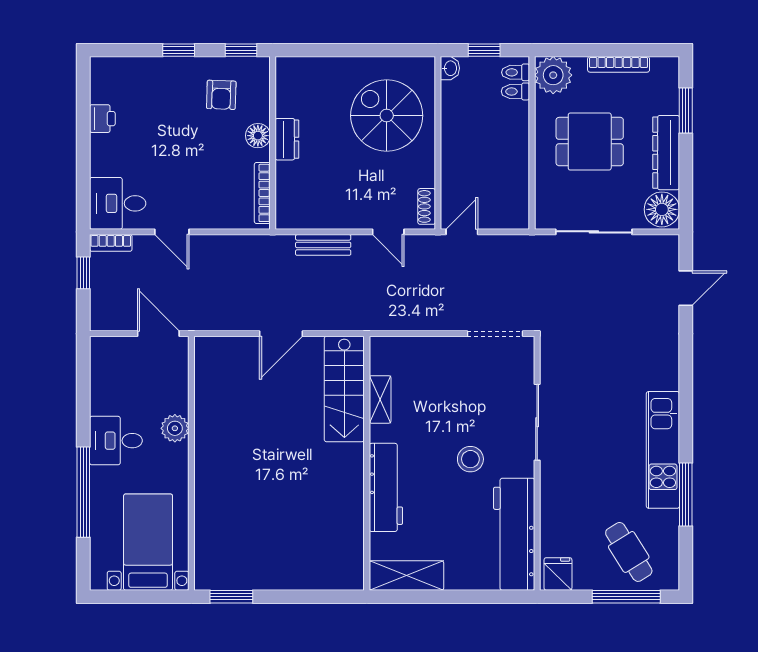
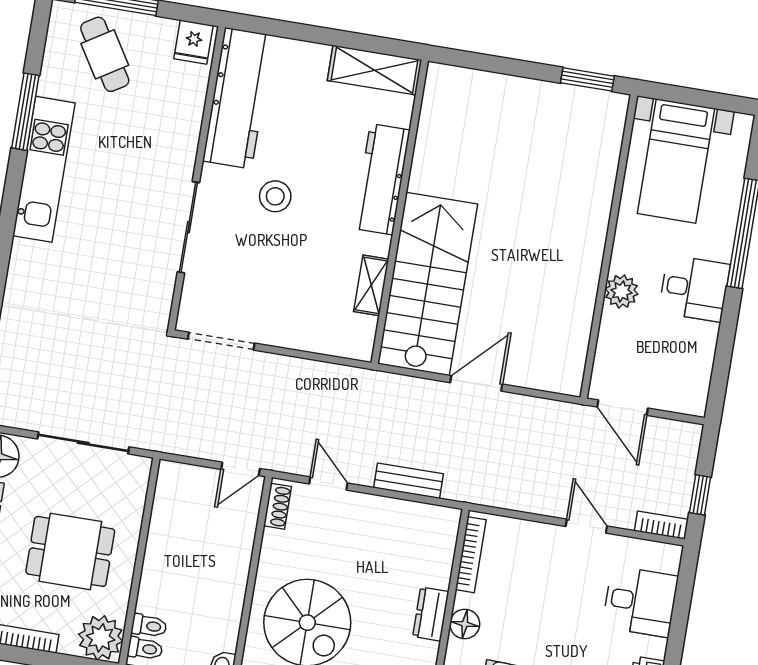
desk: (118, 203) -> (640, 602), moved
stairs: (344, 389) -> (428, 284), width x1.36, depth x1.51

